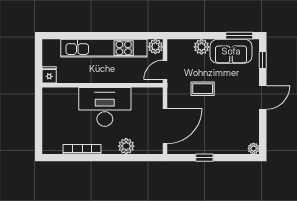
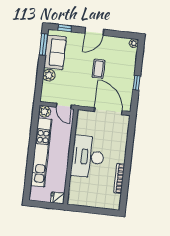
coffee table: (203, 89) -> (99, 69), moved
door: (263, 97) -> (94, 31), swing flipped
plant: (126, 146) -> (121, 143), removed

